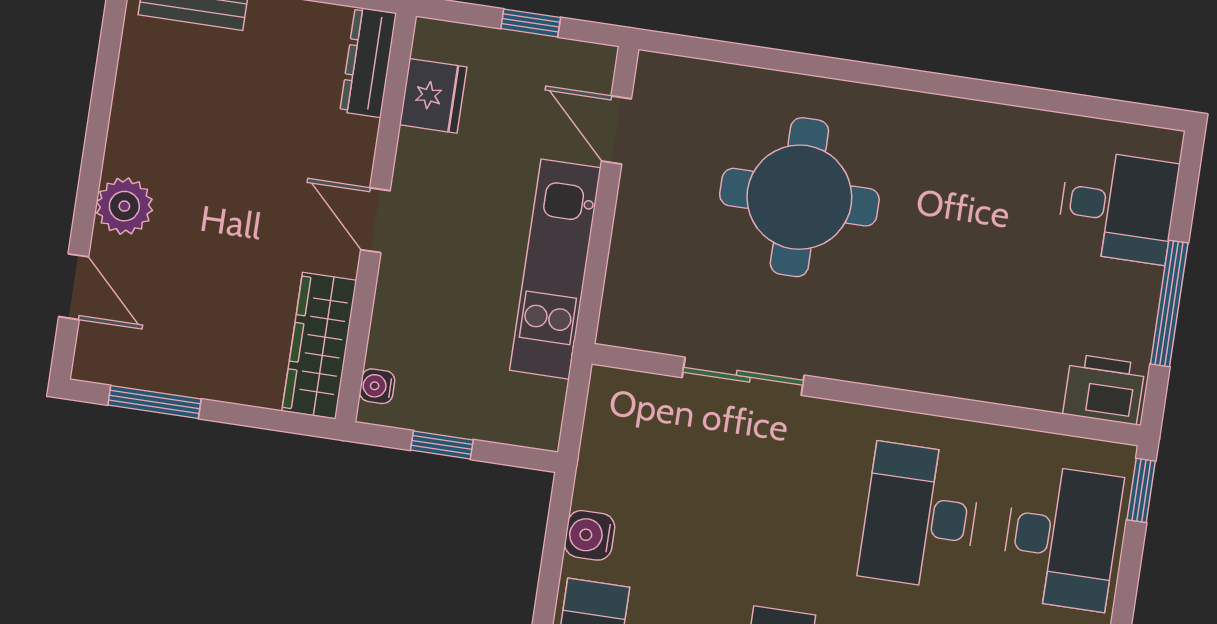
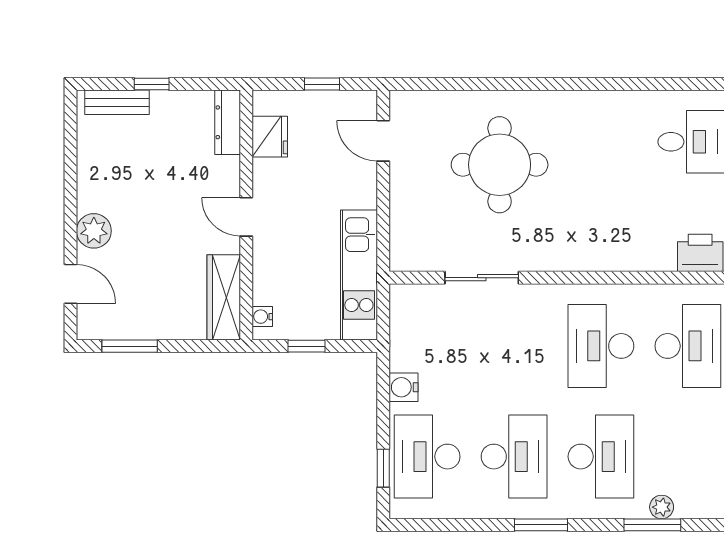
kitchen unit: (555, 269) -> (359, 275), moved

